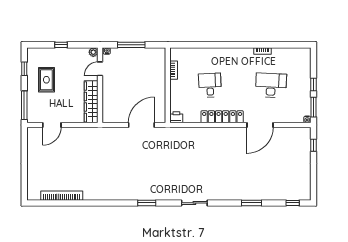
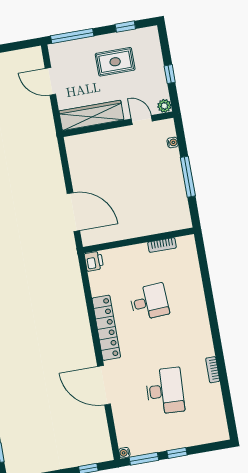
plant: (93, 52) -> (164, 106), moved
door: (100, 69) -> (142, 120), moved
wall: (100, 85) -> (118, 124), moved
wardrobe: (91, 102) -> (91, 115), moved

